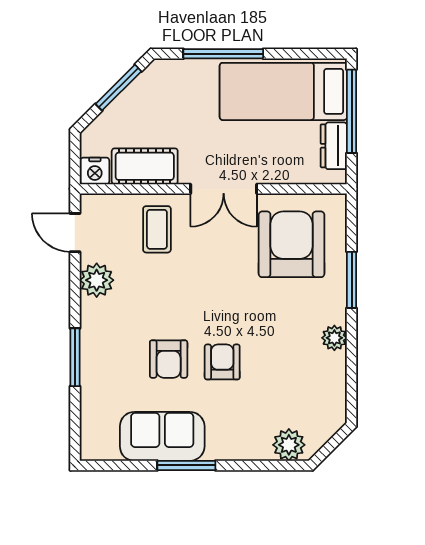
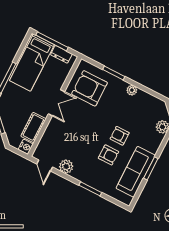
coffee table: (157, 229) -> (59, 135), removed
door: (75, 233) -> (45, 165), hinge flipped
sofa: (162, 436) -> (136, 172), width x1.36

